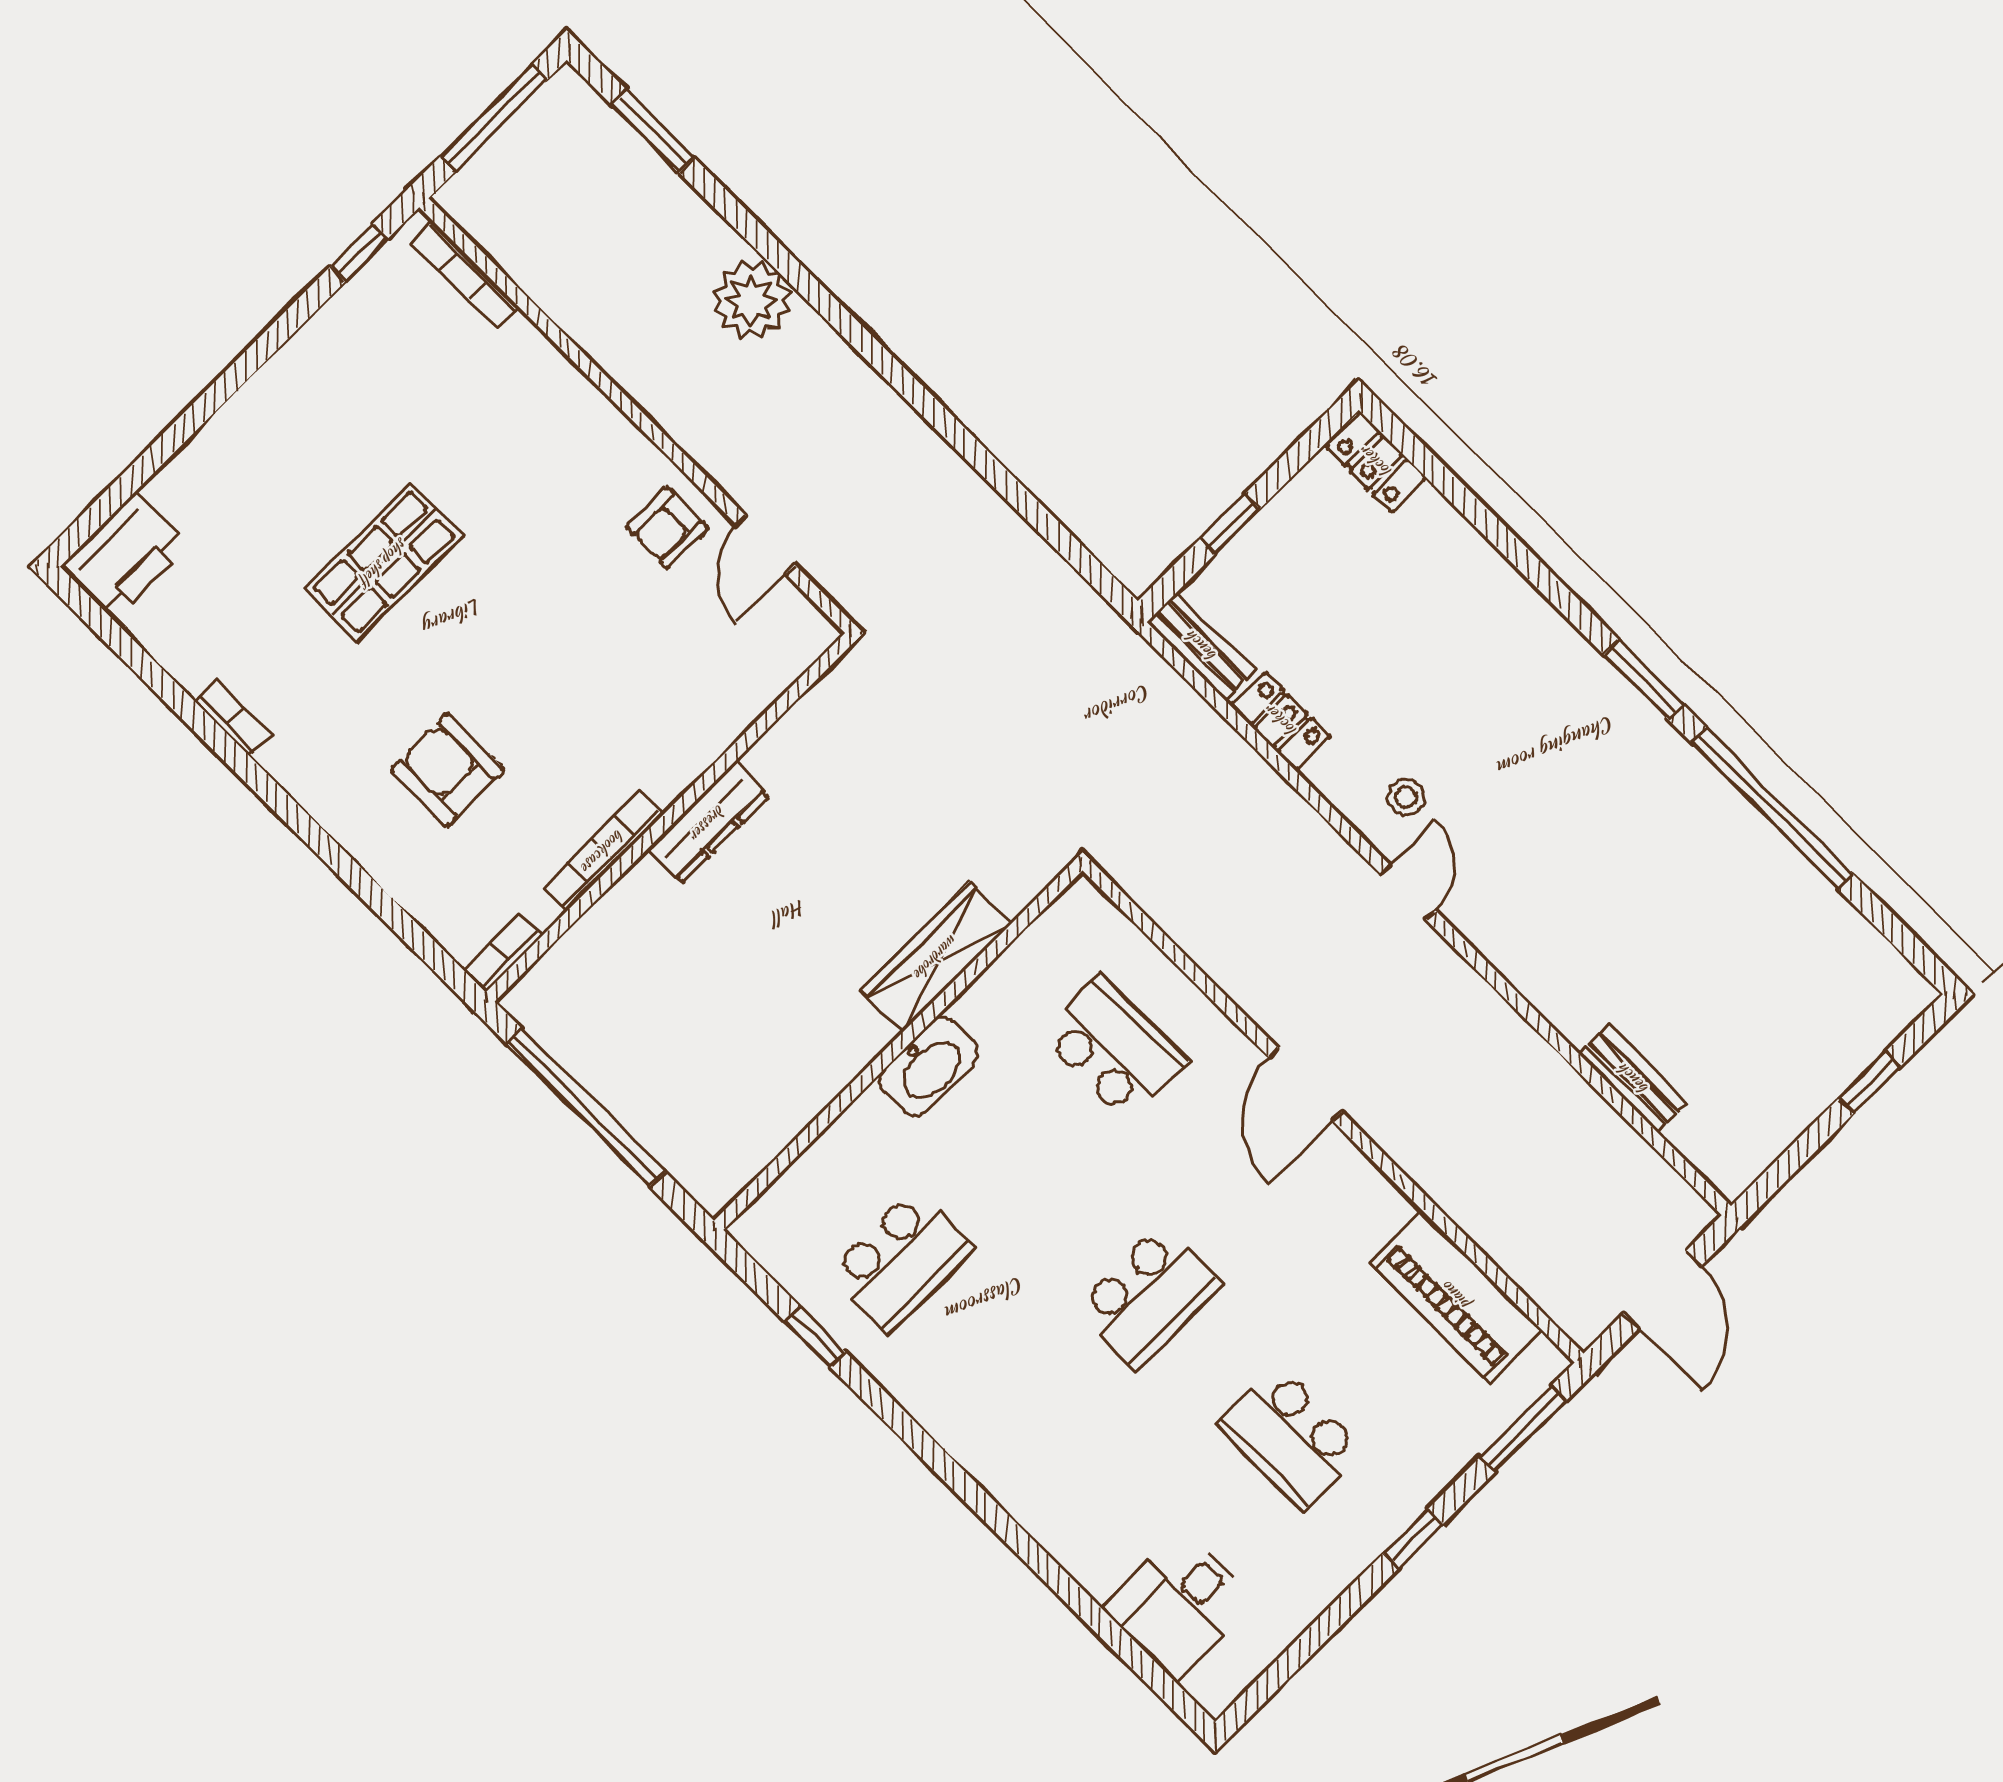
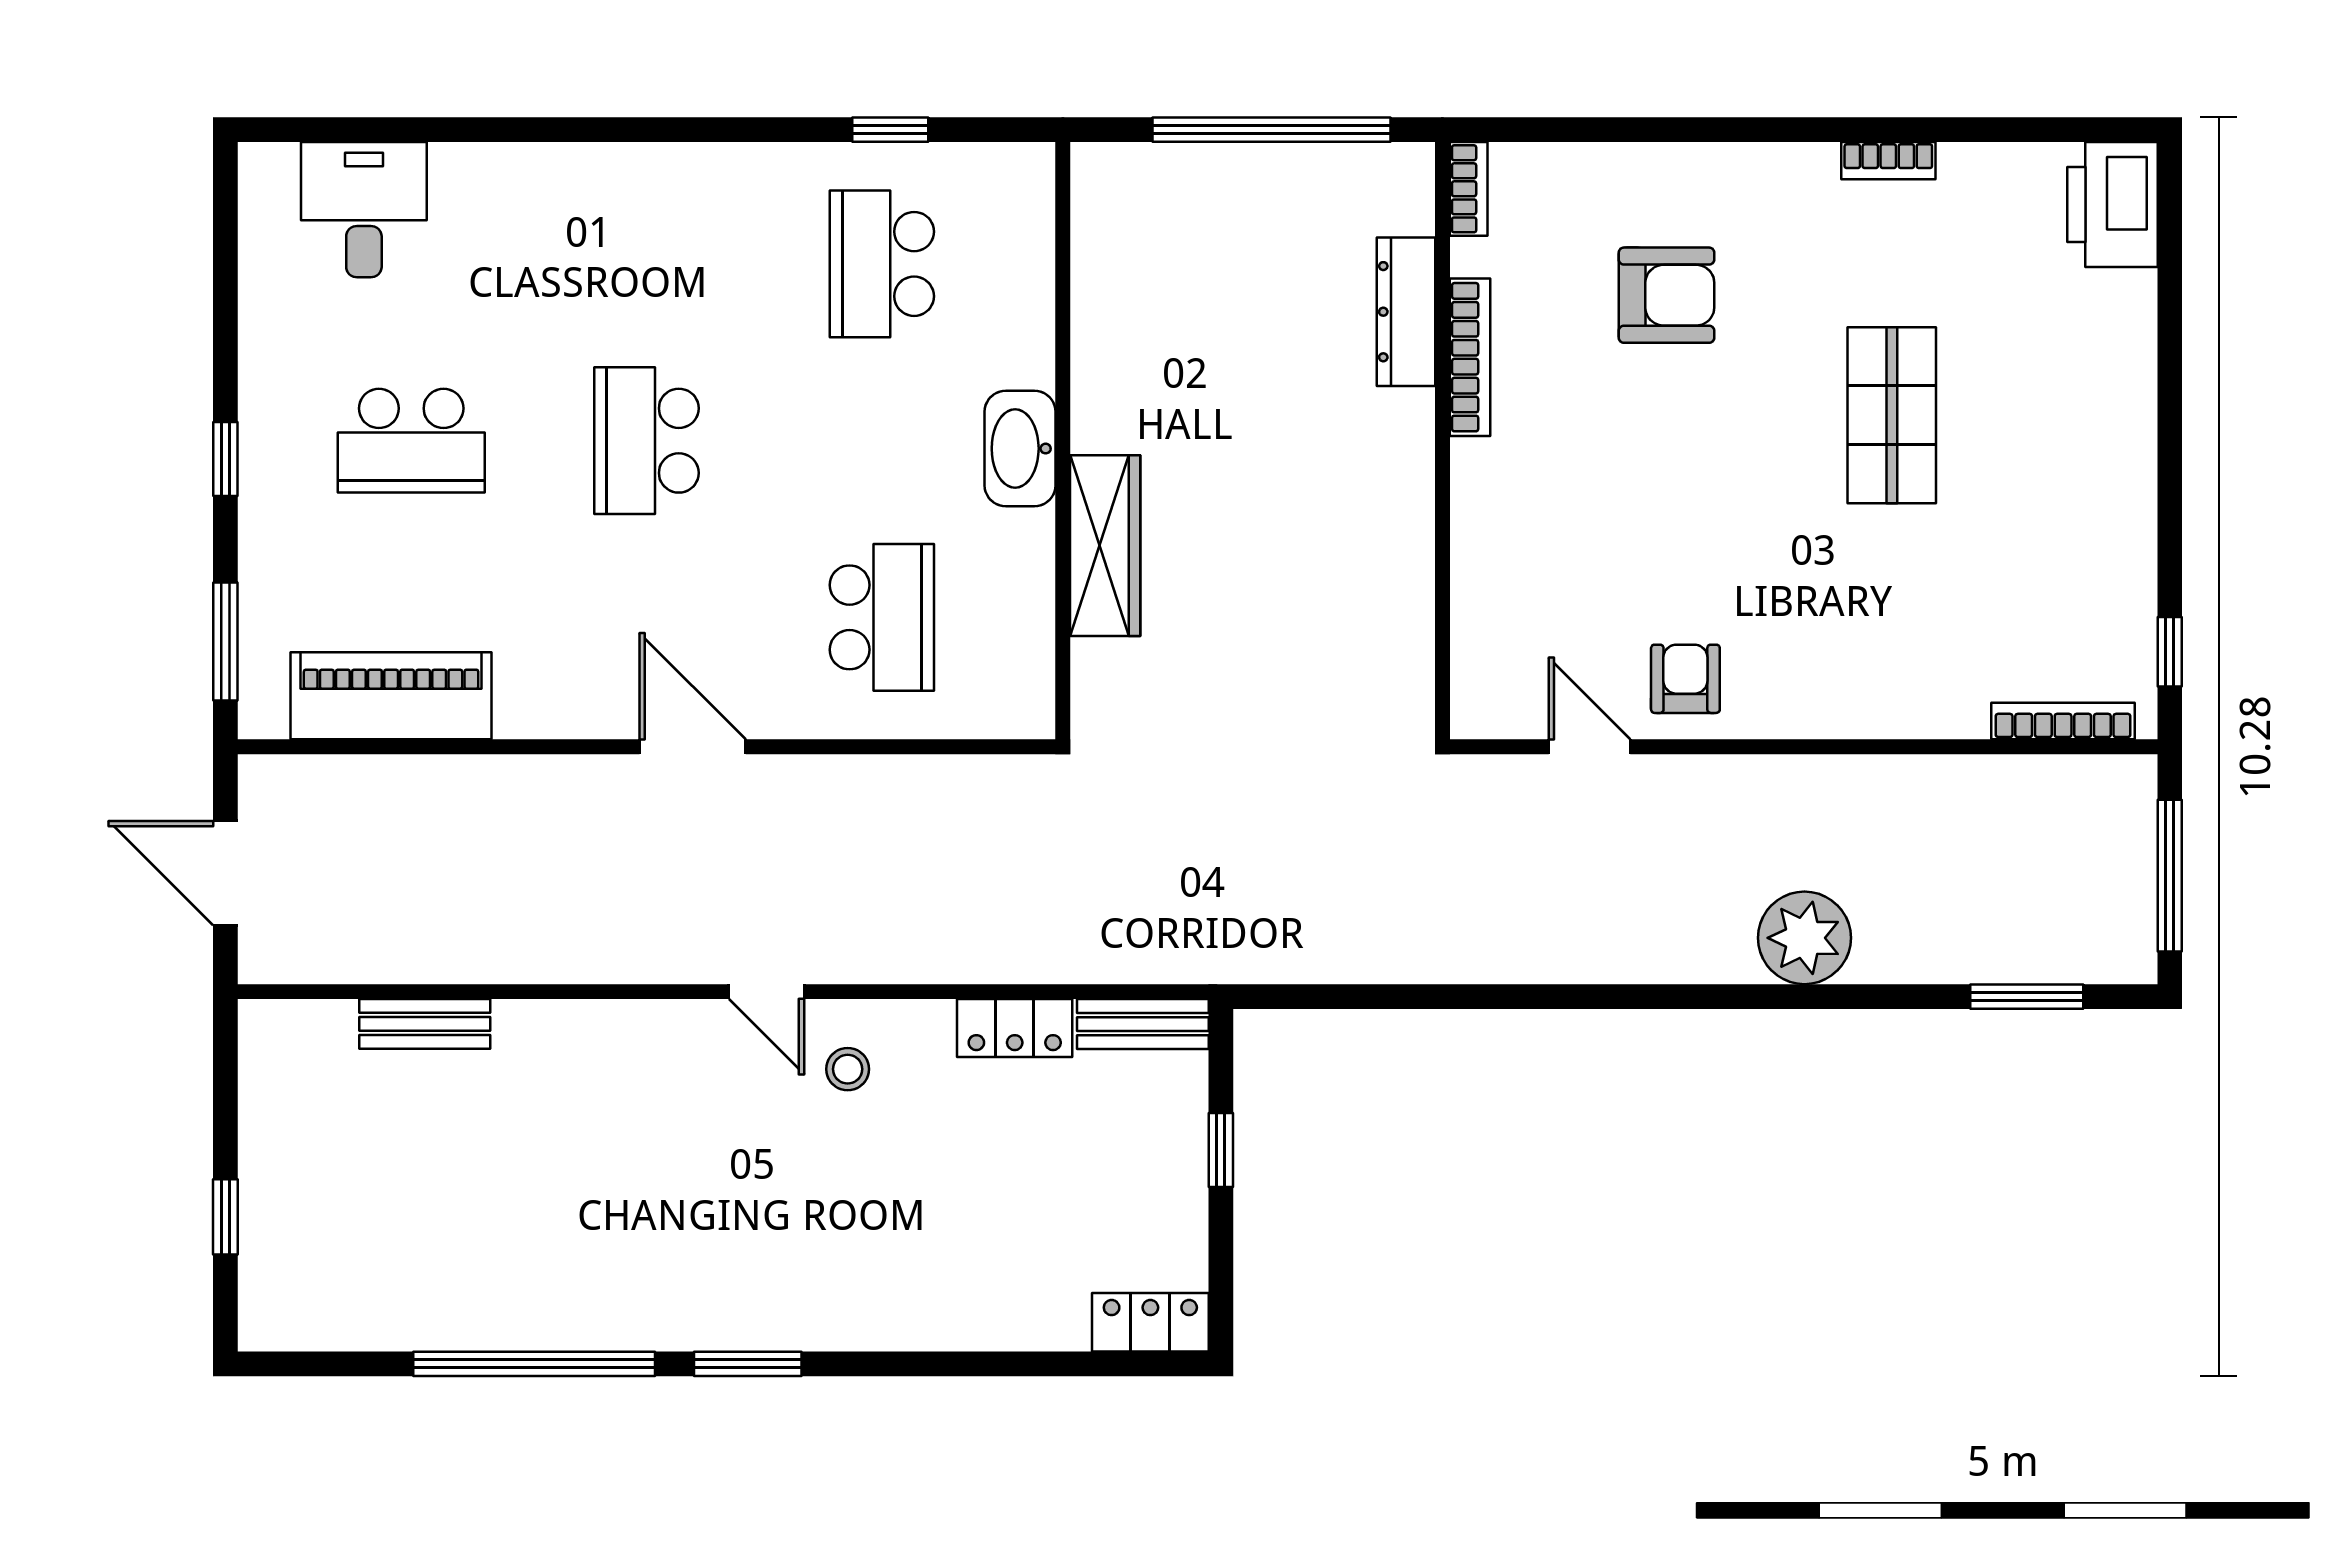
dresser: (708, 823) -> (1406, 312), moved
school desk: (1114, 1048) -> (882, 617), turned -90
school desk: (1290, 1438) -> (411, 441), turned 180

